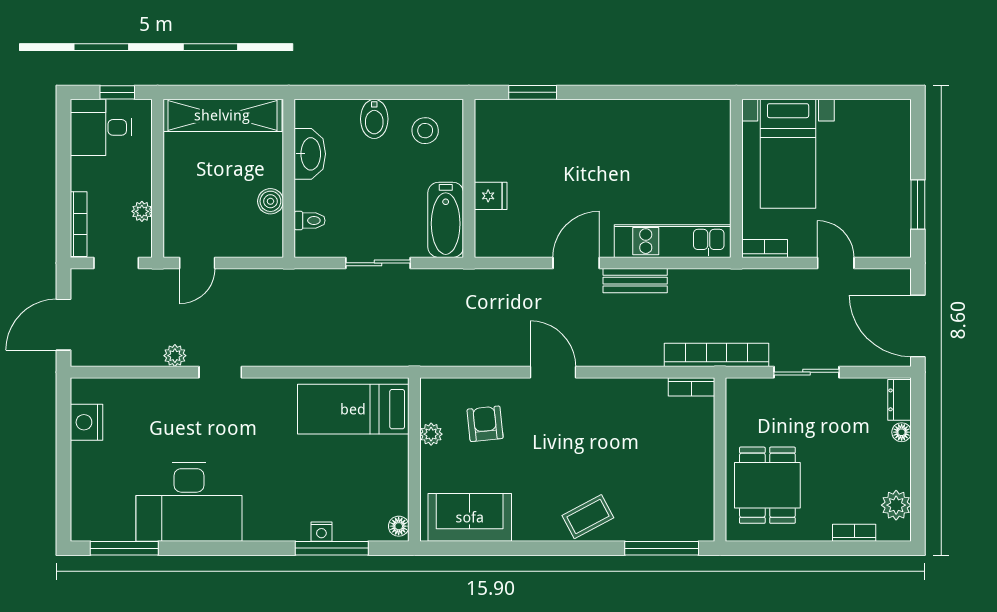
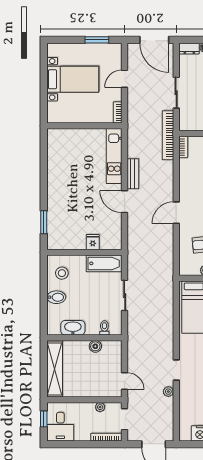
bed with nightstands: (788, 154) -> (73, 79), moved
door: (918, 326) -> (154, 40), hinge flipped

